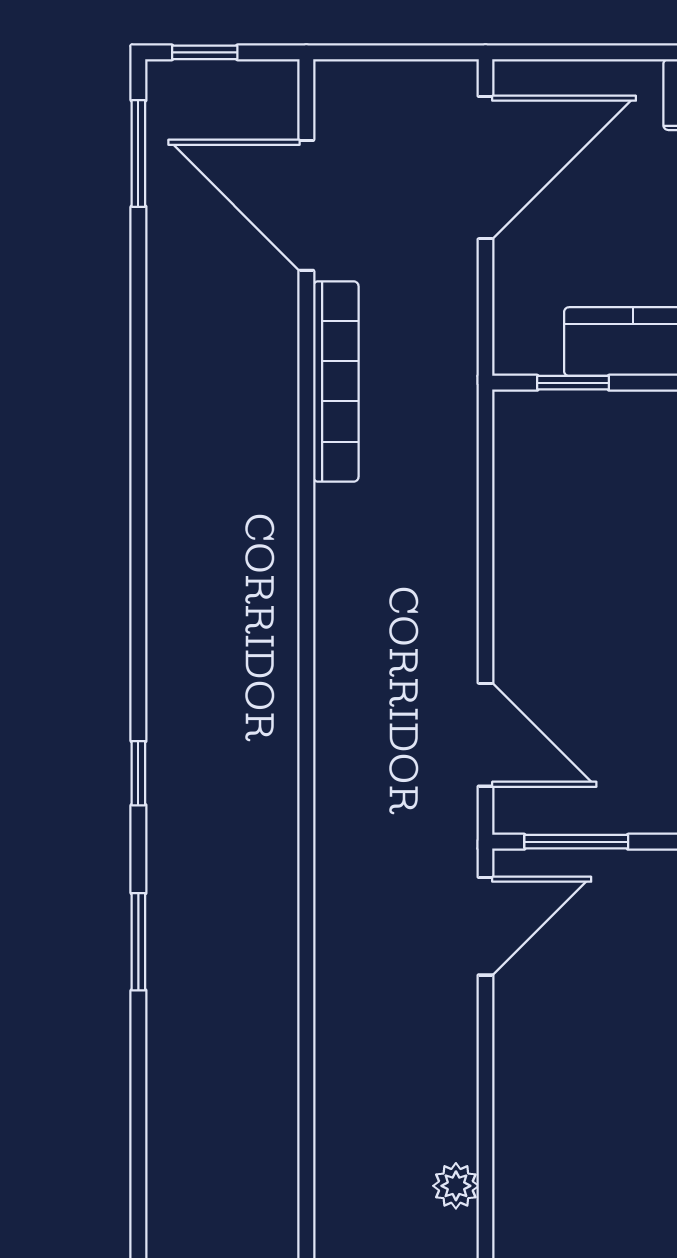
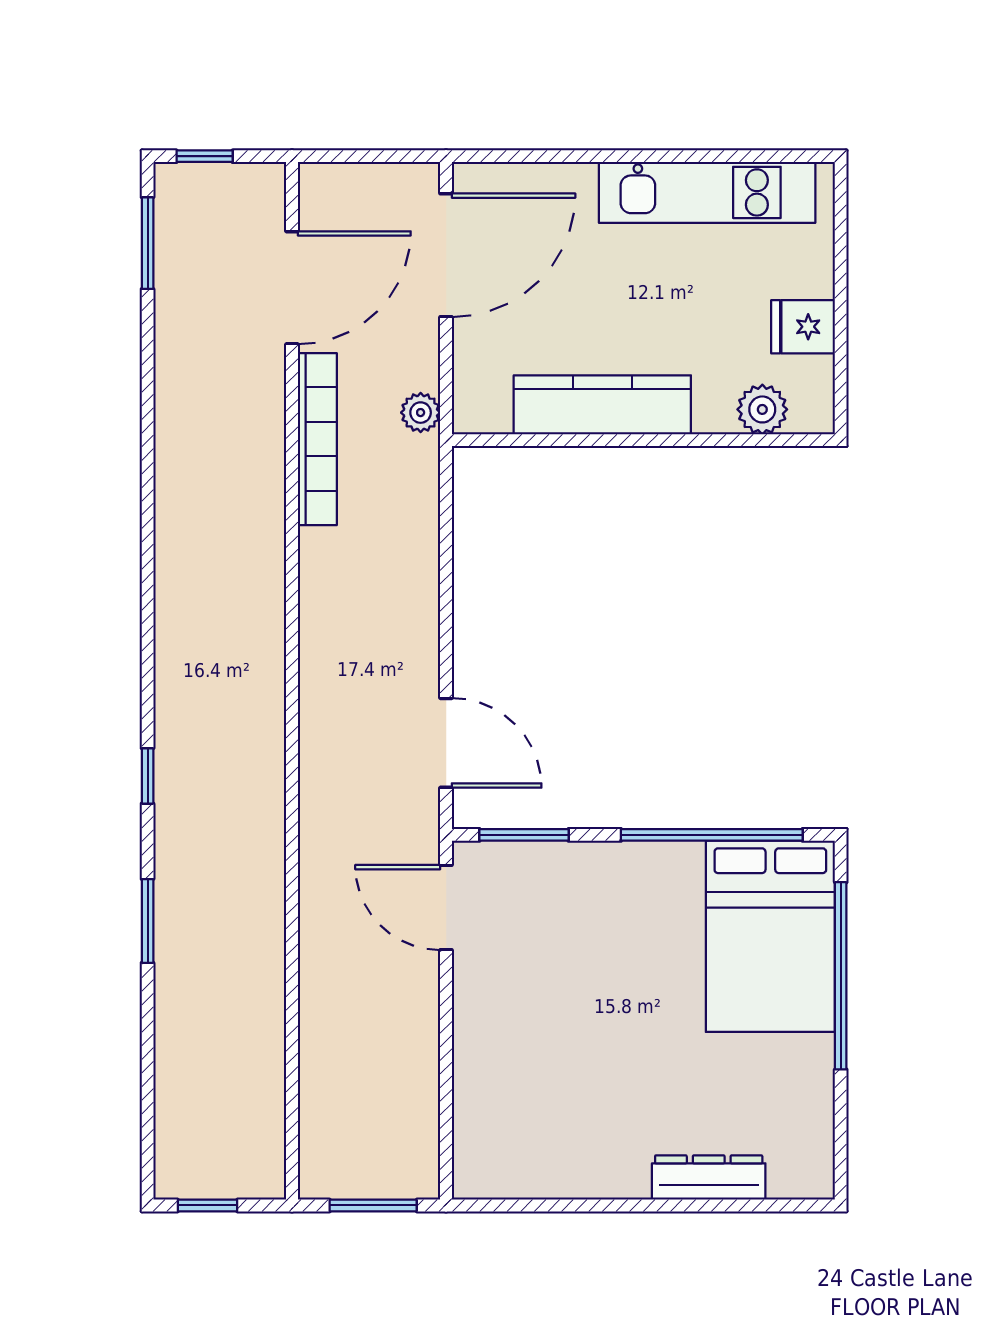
door: (306, 205) -> (292, 288), swing flipped
window: (573, 383) -> (521, 440), removed
door: (486, 926) -> (446, 907), swing flipped
plant: (456, 1186) -> (421, 413), moved

